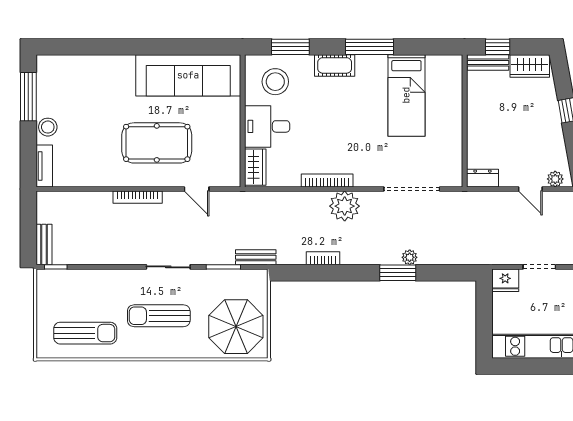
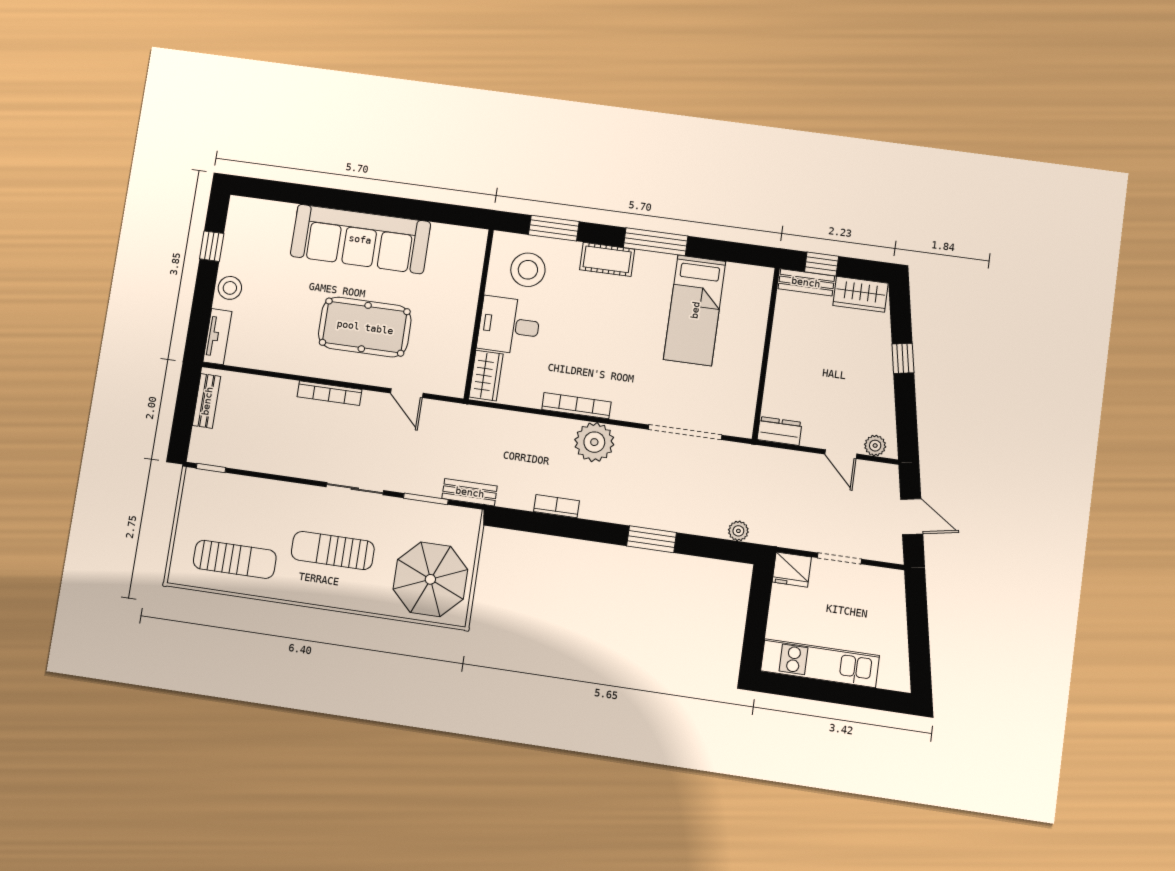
sofa: (188, 75) -> (360, 239), moved
window: (28, 97) -> (212, 246), width x0.46
bench: (44, 245) -> (207, 401), moved
plant: (410, 257) -> (738, 531), moved

